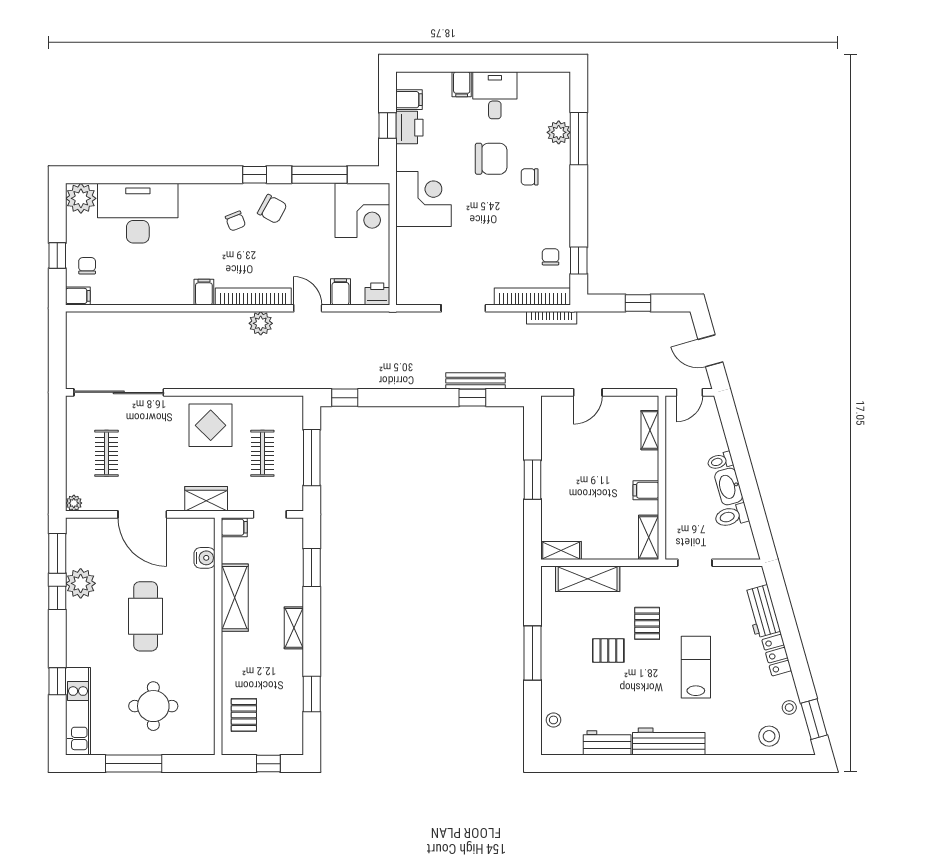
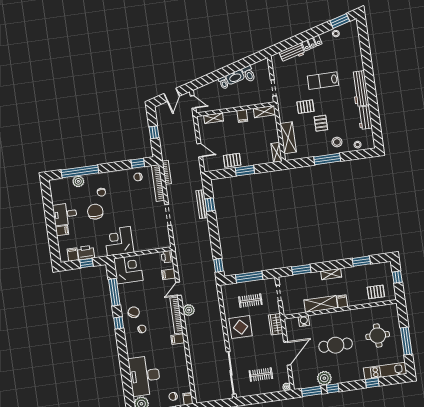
window: (579, 139) -> (80, 171), width x1.46
pallet: (558, 456) -> (232, 160), added
filing cabinet: (234, 527) -> (342, 301), moved
stool: (769, 736) -> (337, 142), moved

